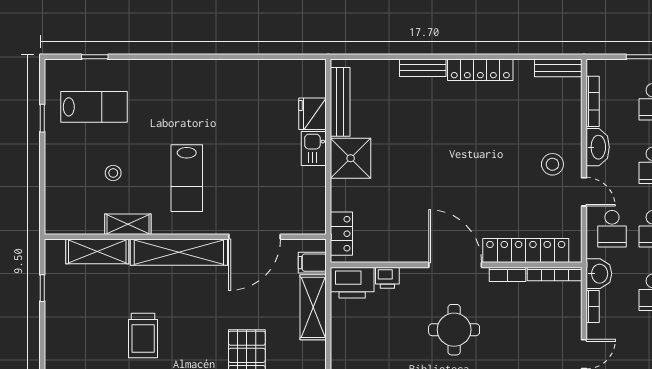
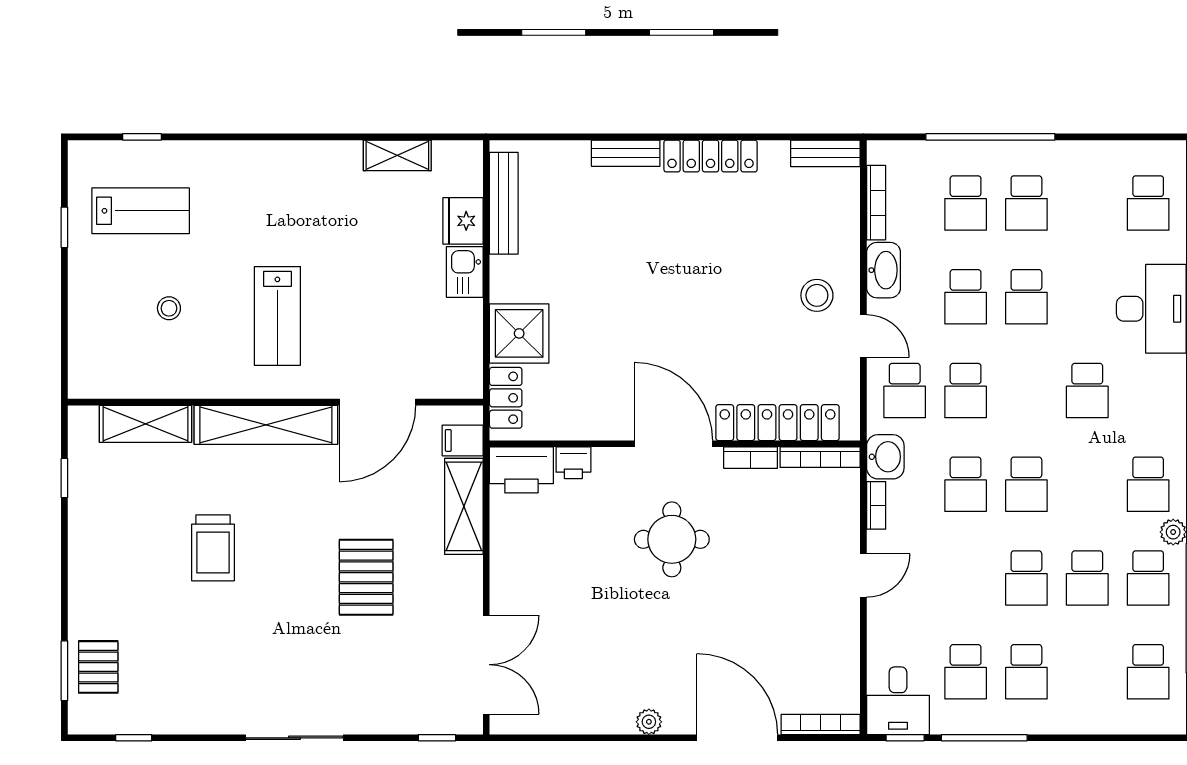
shower: (351, 158) -> (519, 333), moved
shelving: (128, 224) -> (397, 155), moved

